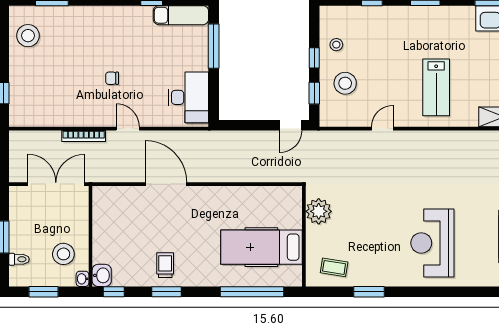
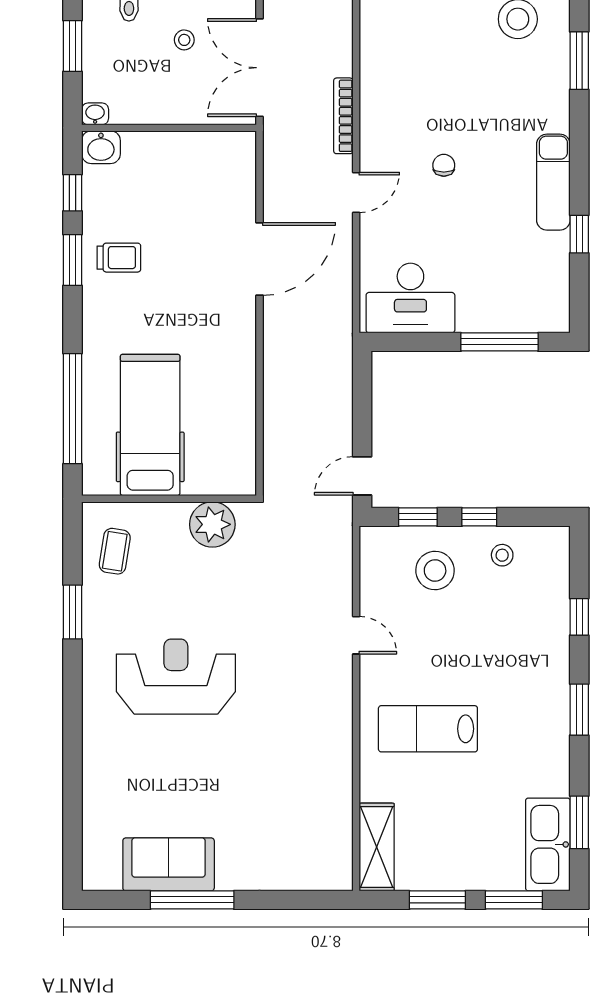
exam couch: (181, 15) -> (553, 182), moved
door: (291, 125) -> (362, 476), hinge flipped
double door: (56, 184) -> (260, 68), swing flipped
reception desk: (432, 243) -> (176, 677), moved
stool: (63, 254) -> (184, 40), moved, width x0.53, depth x0.53
window: (114, 292) -> (73, 193), moved

